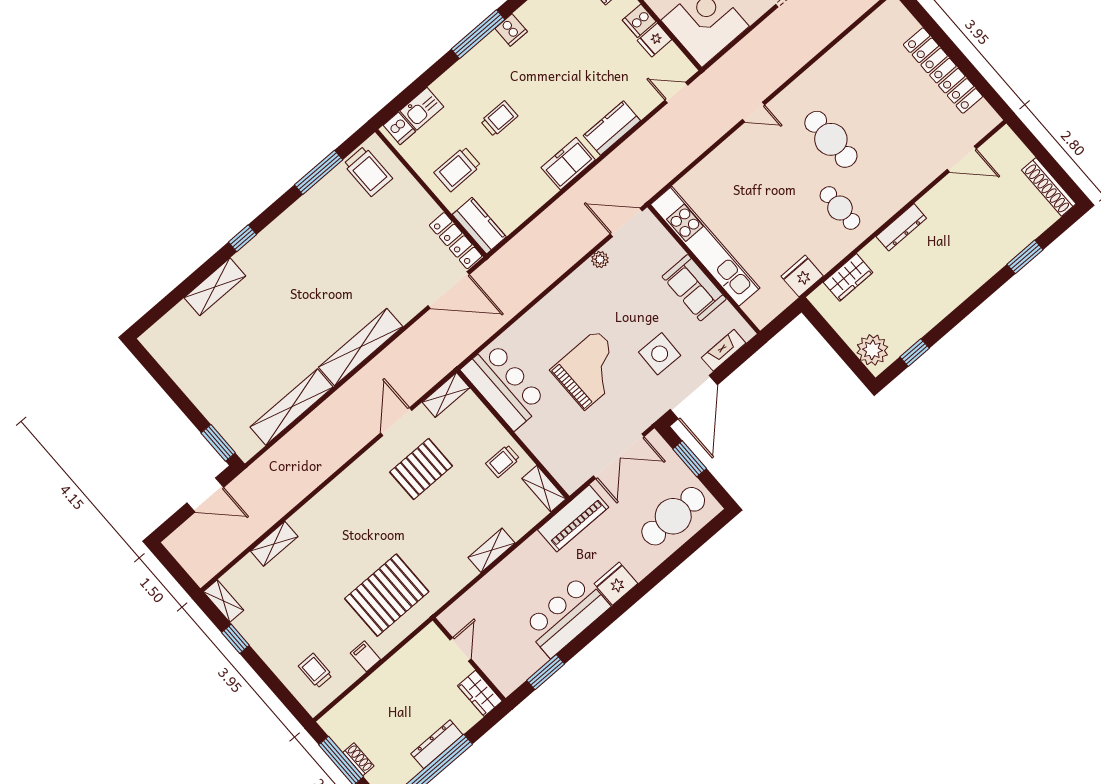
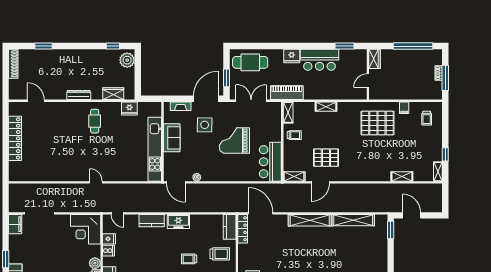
cafe table: (831, 139) -> (77, 149), removed
dresser: (437, 744) -> (406, 54), removed

